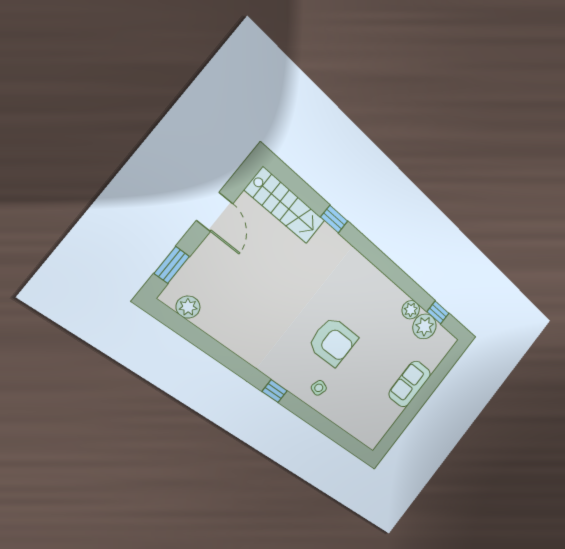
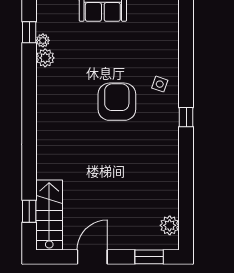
window: (334, 219) -> (29, 211), moved
plant: (425, 326) -> (43, 40), width x0.53, depth x0.53

